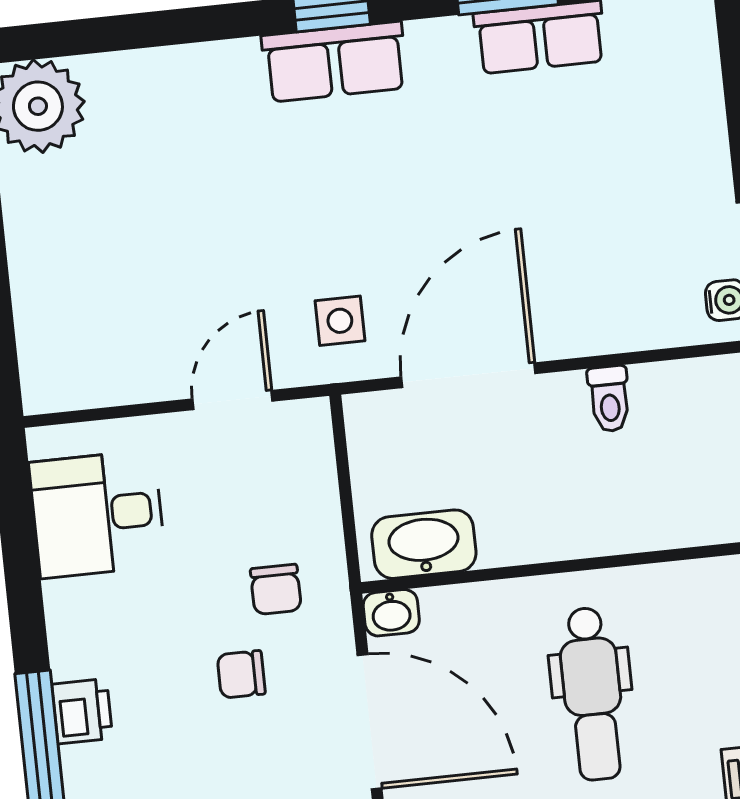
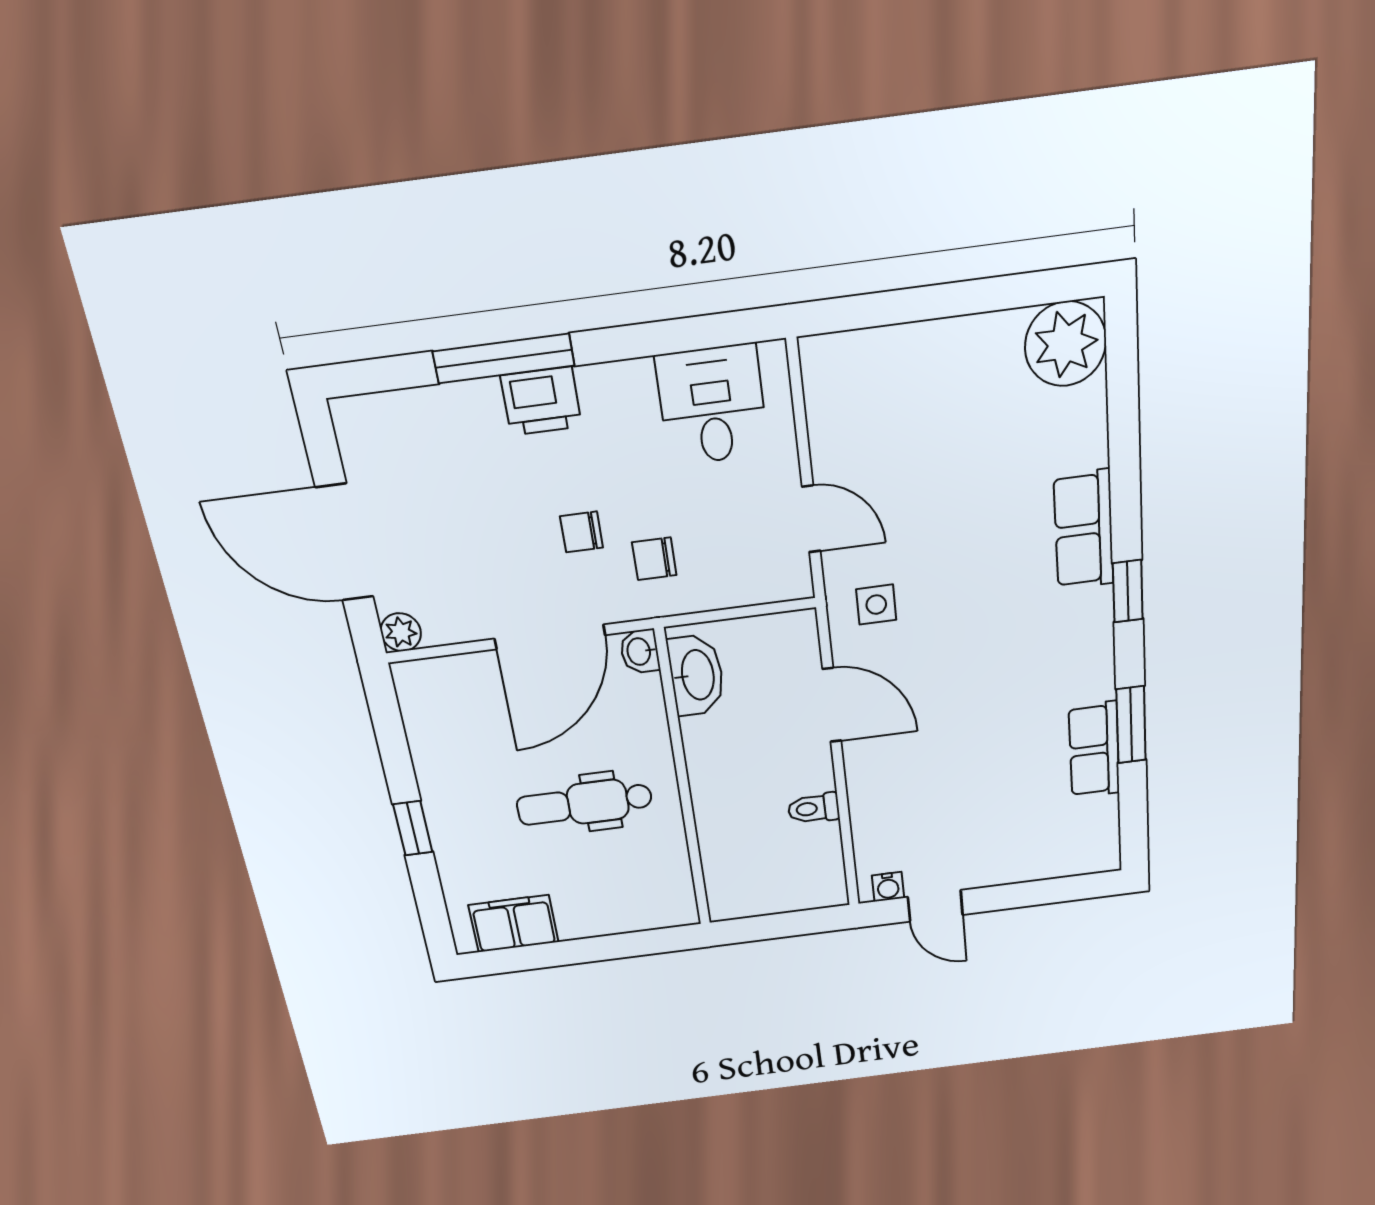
row of seats: (335, 62) -> (1084, 530), moved
door: (468, 375) -> (832, 705), width x0.73
chair: (241, 674) -> (582, 532), turned -90
printer: (82, 711) -> (541, 401), width x1.36, depth x1.24

